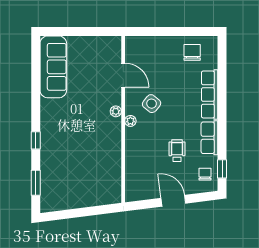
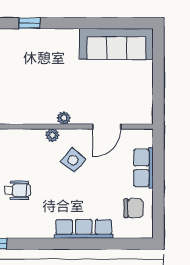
row of seats: (209, 138) -> (143, 168), moved, turned -90

